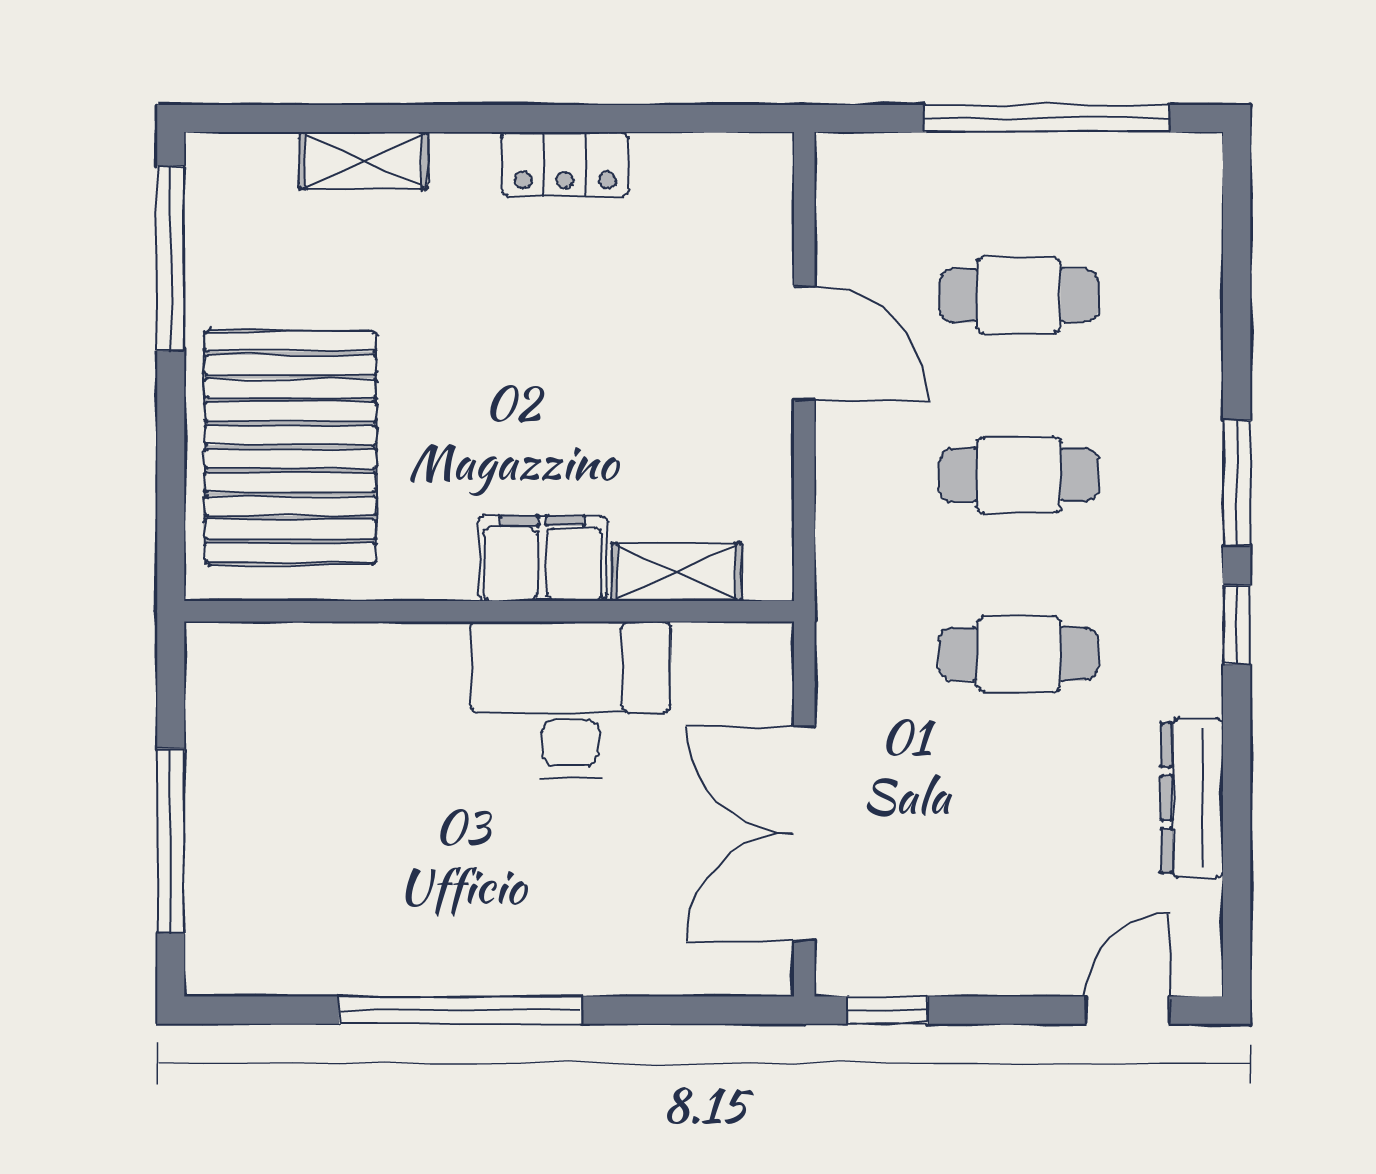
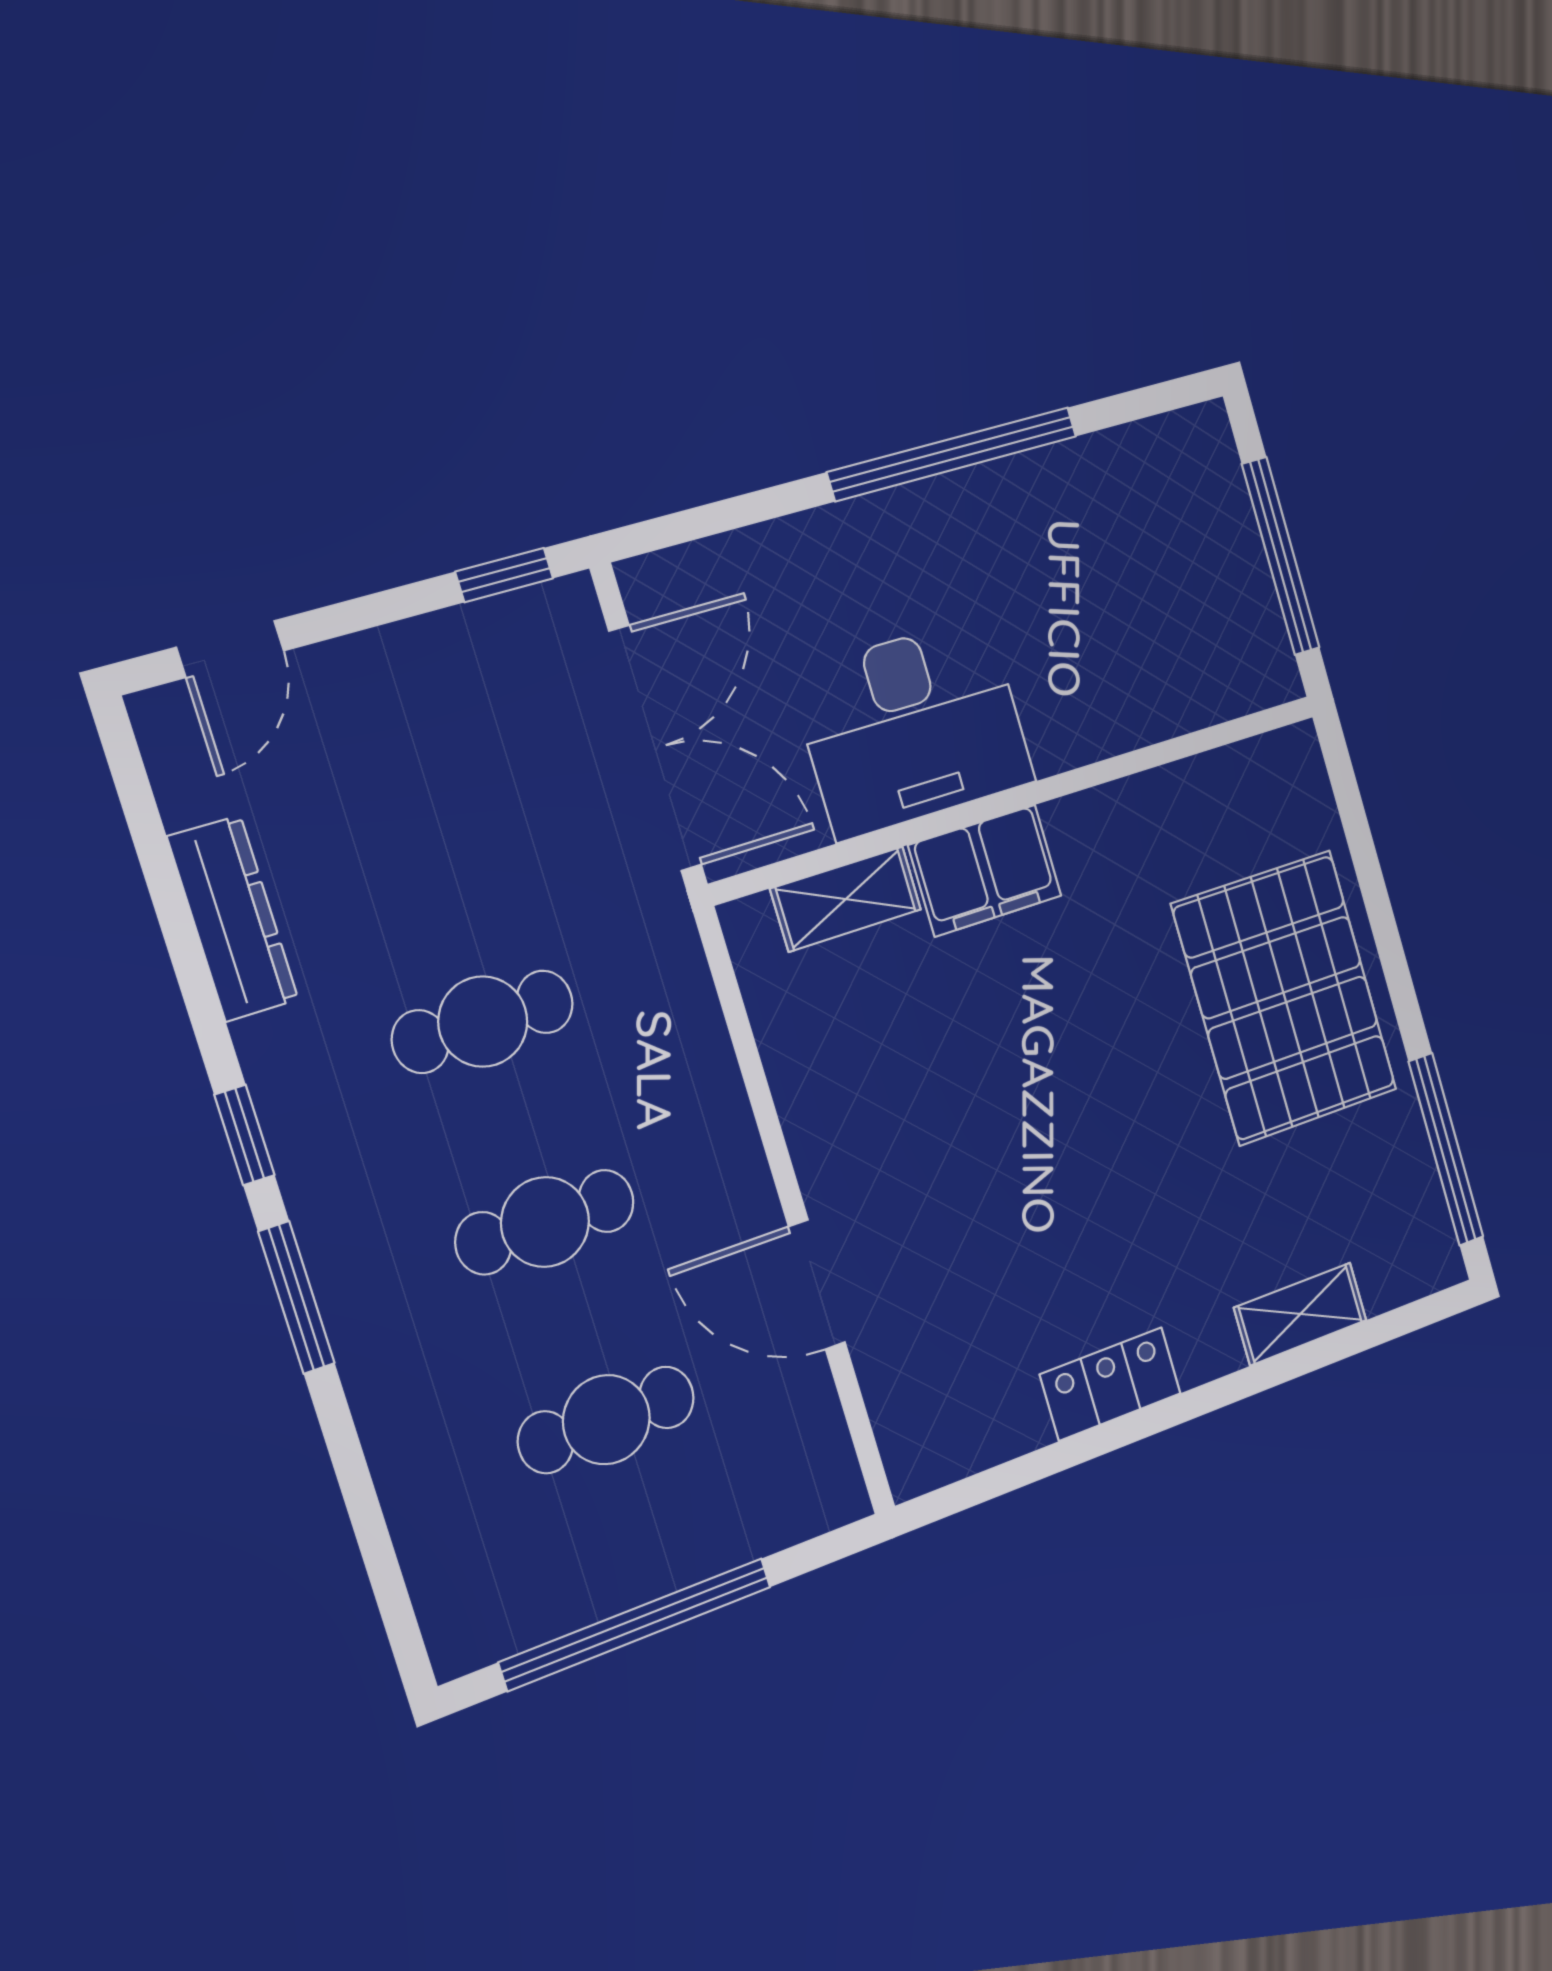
filing cabinet: (542, 558) -> (985, 871), moved
shelving: (677, 572) -> (846, 899), moved
wall: (489, 611) -> (1021, 798), moved
desk: (570, 700) -> (913, 727), moved

